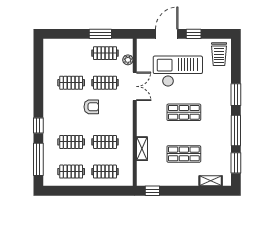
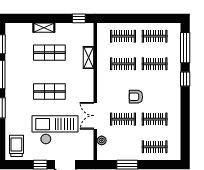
clothes rail: (105, 53) -> (155, 147), moved
checkout: (178, 71) -> (55, 130), turned 180
shelving: (211, 181) -> (44, 28), moved

